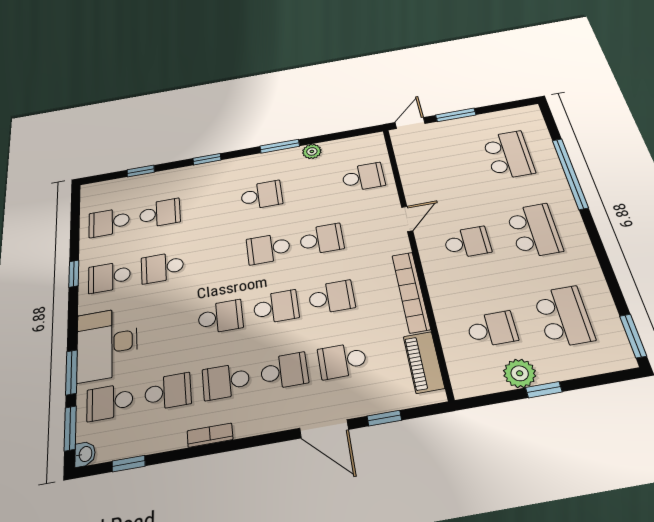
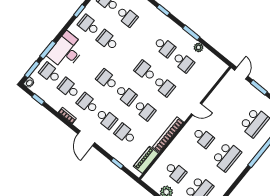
door: (410, 123) -> (241, 73), hinge flipped
school desk: (363, 177) -> (183, 62), moved
school desk: (220, 317) -> (107, 80), turned 180
school desk: (168, 392) -> (69, 88), turned 180
door: (324, 429) -> (86, 138), moved

